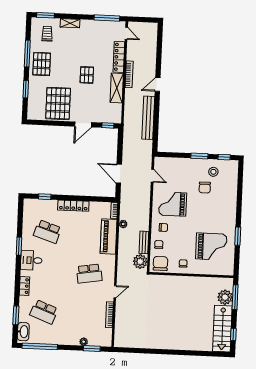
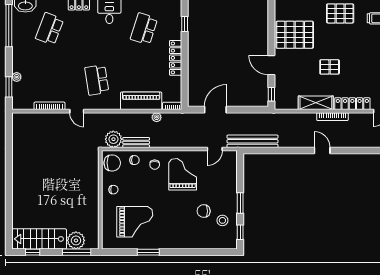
bench: (148, 118) -> (252, 141), moved
grand piano: (211, 247) -> (135, 222), turned -90

